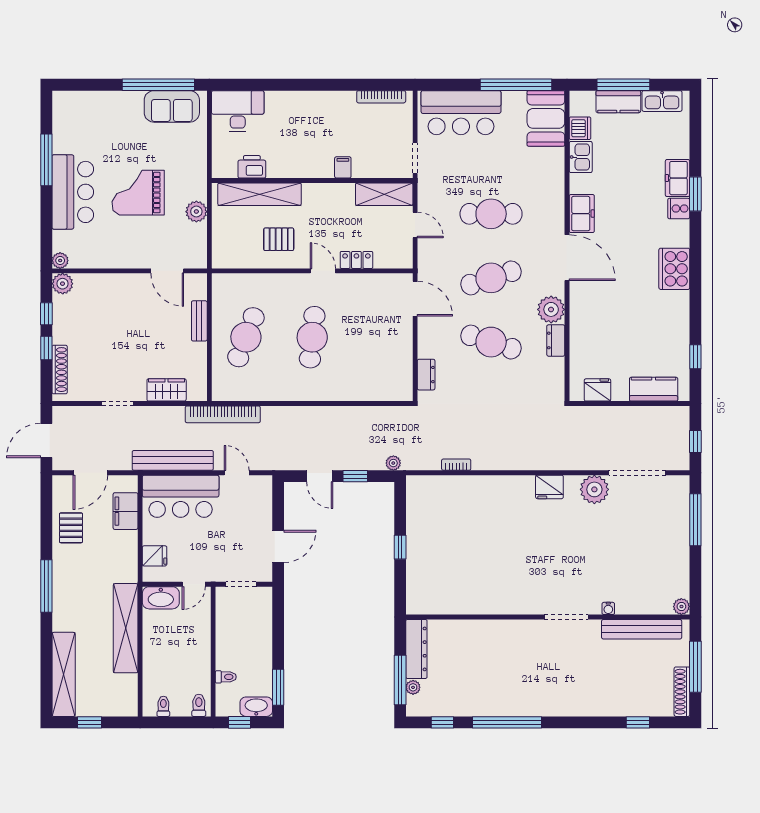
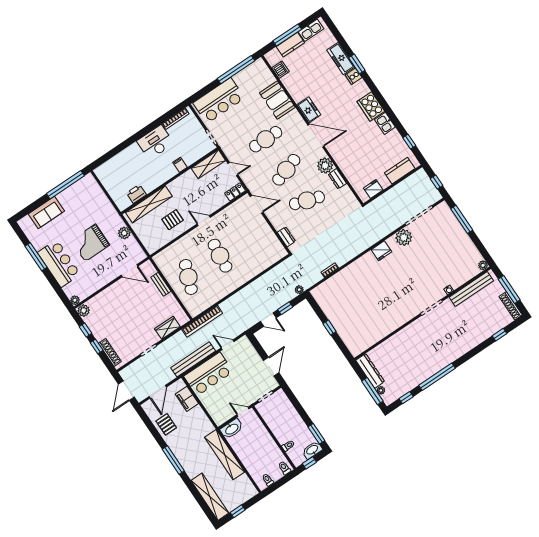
sofa: (172, 106) -> (46, 212), moved
desk: (238, 111) -> (155, 142), moved
booth: (546, 118) -> (277, 100), moved
kitchen sink: (581, 157) -> (385, 123), moved, turned 180
freezer: (678, 178) -> (341, 59), width x1.40
locker: (356, 260) -> (235, 192), moved
fridge: (155, 556) -> (215, 411), removed
door: (194, 584) -> (243, 412), swing flipped

